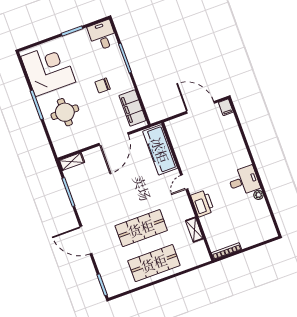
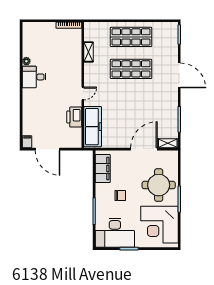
desk: (102, 35) -> (115, 233), width x1.87, depth x1.30
round table: (65, 112) -> (159, 185), width x1.36, depth x1.36
door: (114, 139) -> (144, 149), moved
printer: (202, 203) -> (74, 117), moved

